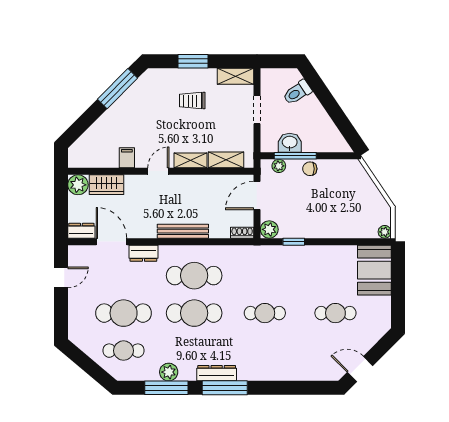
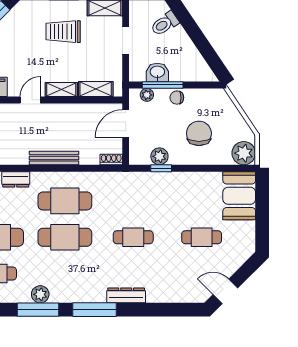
trolley: (192, 101) -> (63, 32), width x1.36, depth x1.39
chair: (333, 206) -> (199, 133), added
plant: (269, 229) -> (159, 156), moved
plant: (385, 232) -> (244, 153), width x1.88, depth x1.88
dresser: (217, 373) -> (126, 295), moved

